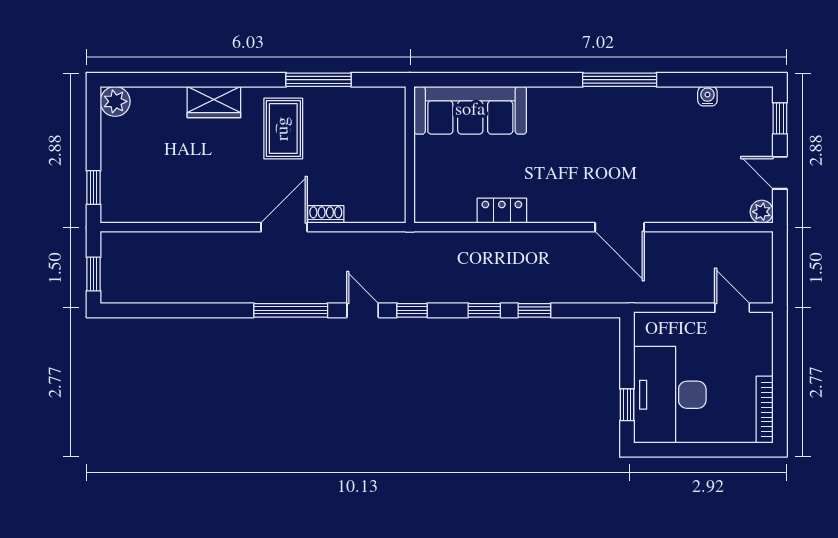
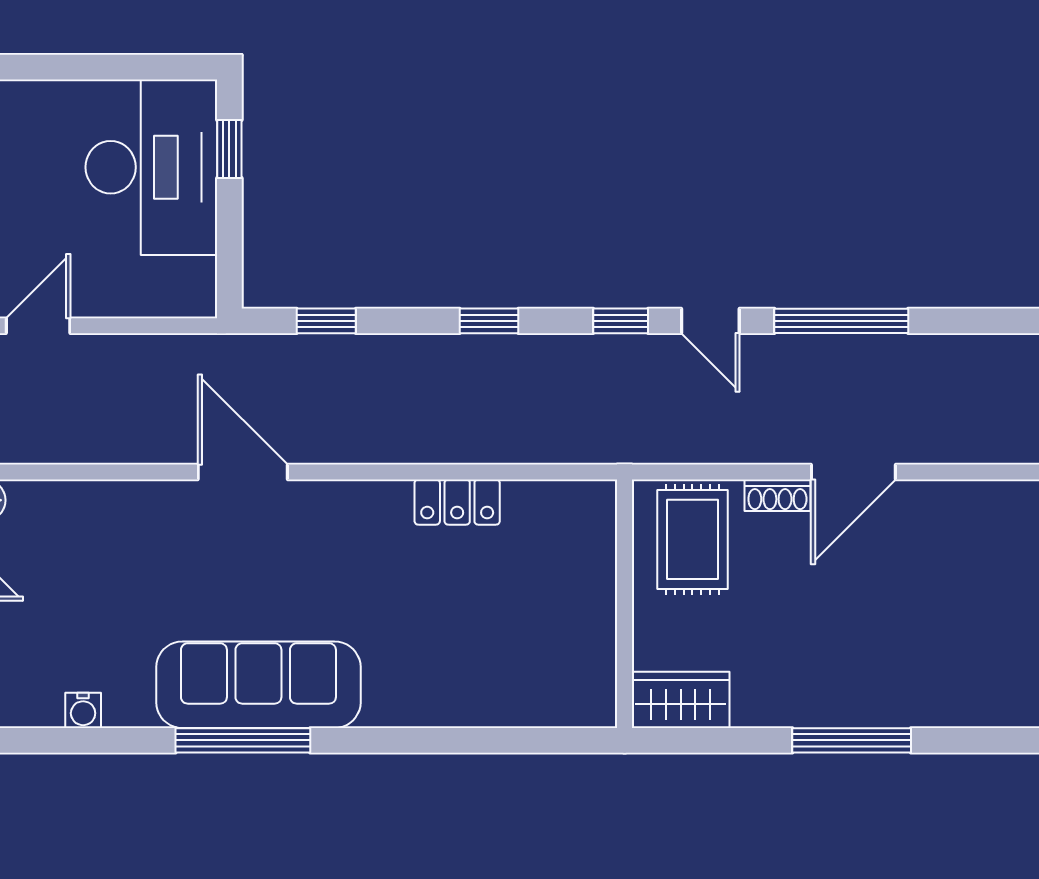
window: (319, 80) -> (852, 740), moved
wardrobe: (214, 102) -> (681, 700), moved
sofa: (470, 110) -> (258, 685), moved
rug: (283, 129) -> (692, 539), moved
door: (732, 308) -> (38, 326), swing flipped
window: (534, 310) -> (326, 321), moved

